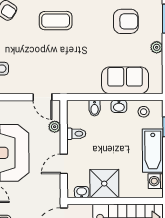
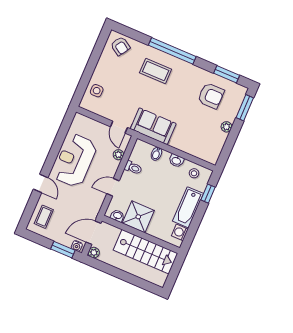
sofa: (125, 80) -> (153, 126), moved

